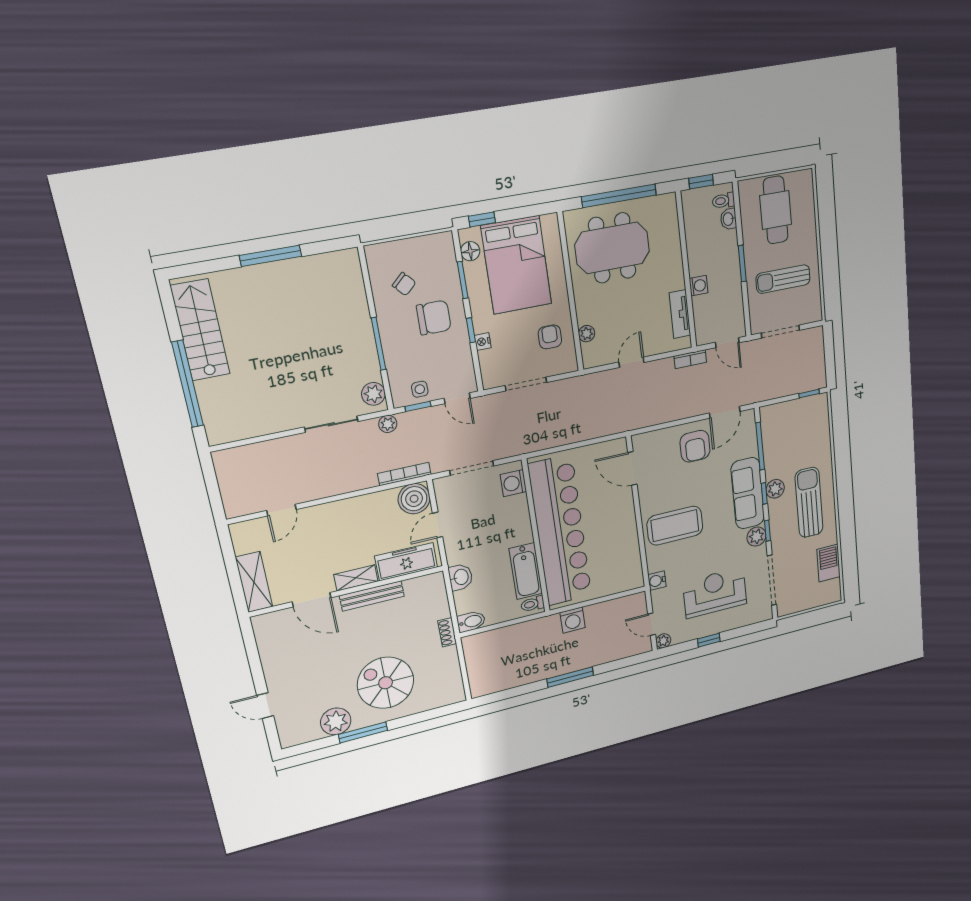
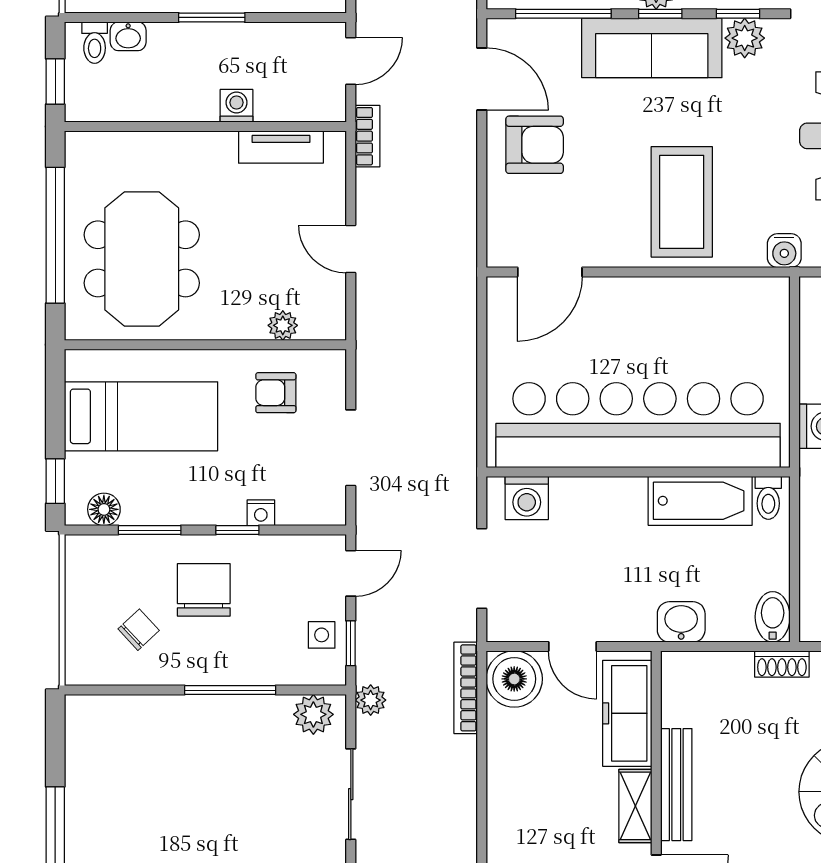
bed: (516, 265) -> (141, 416), width x0.67

